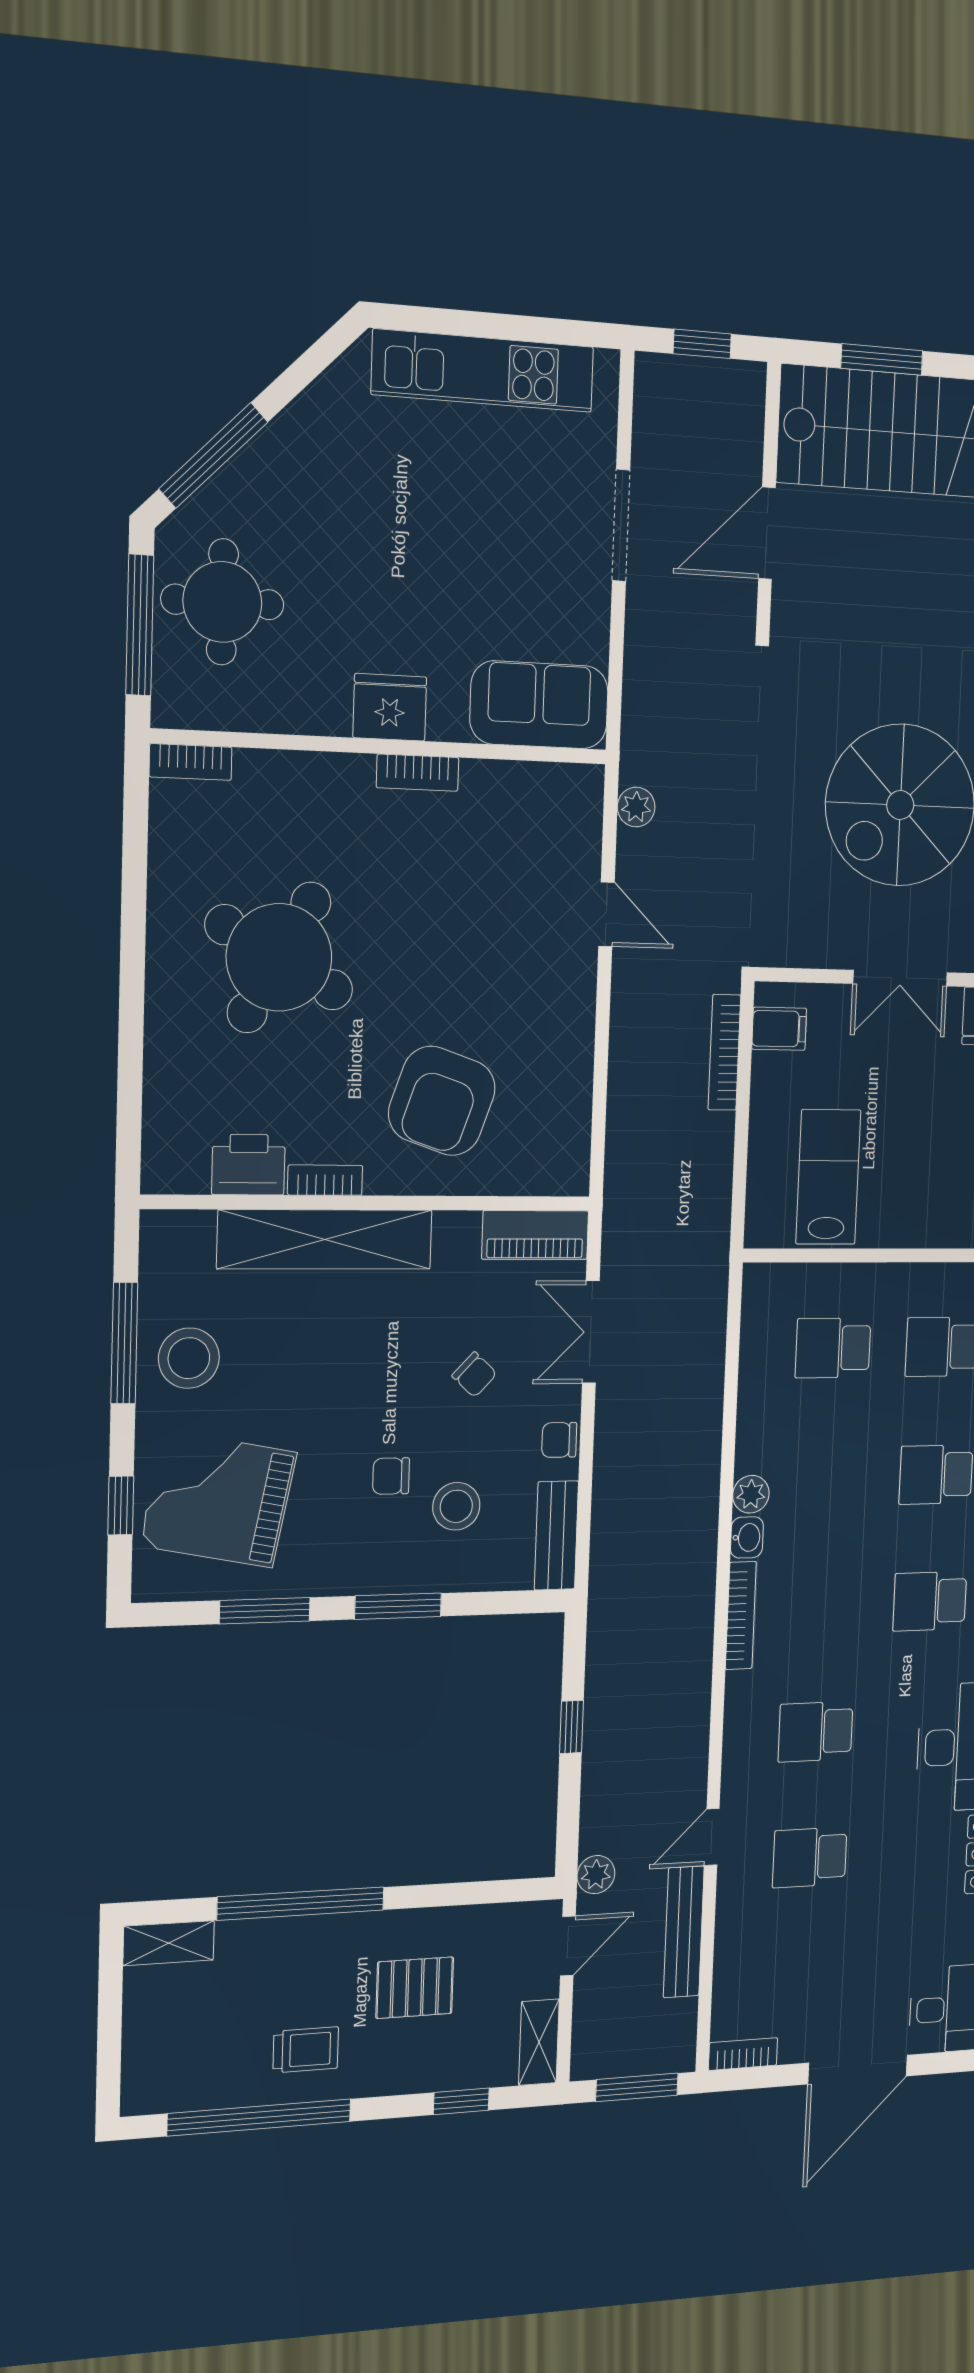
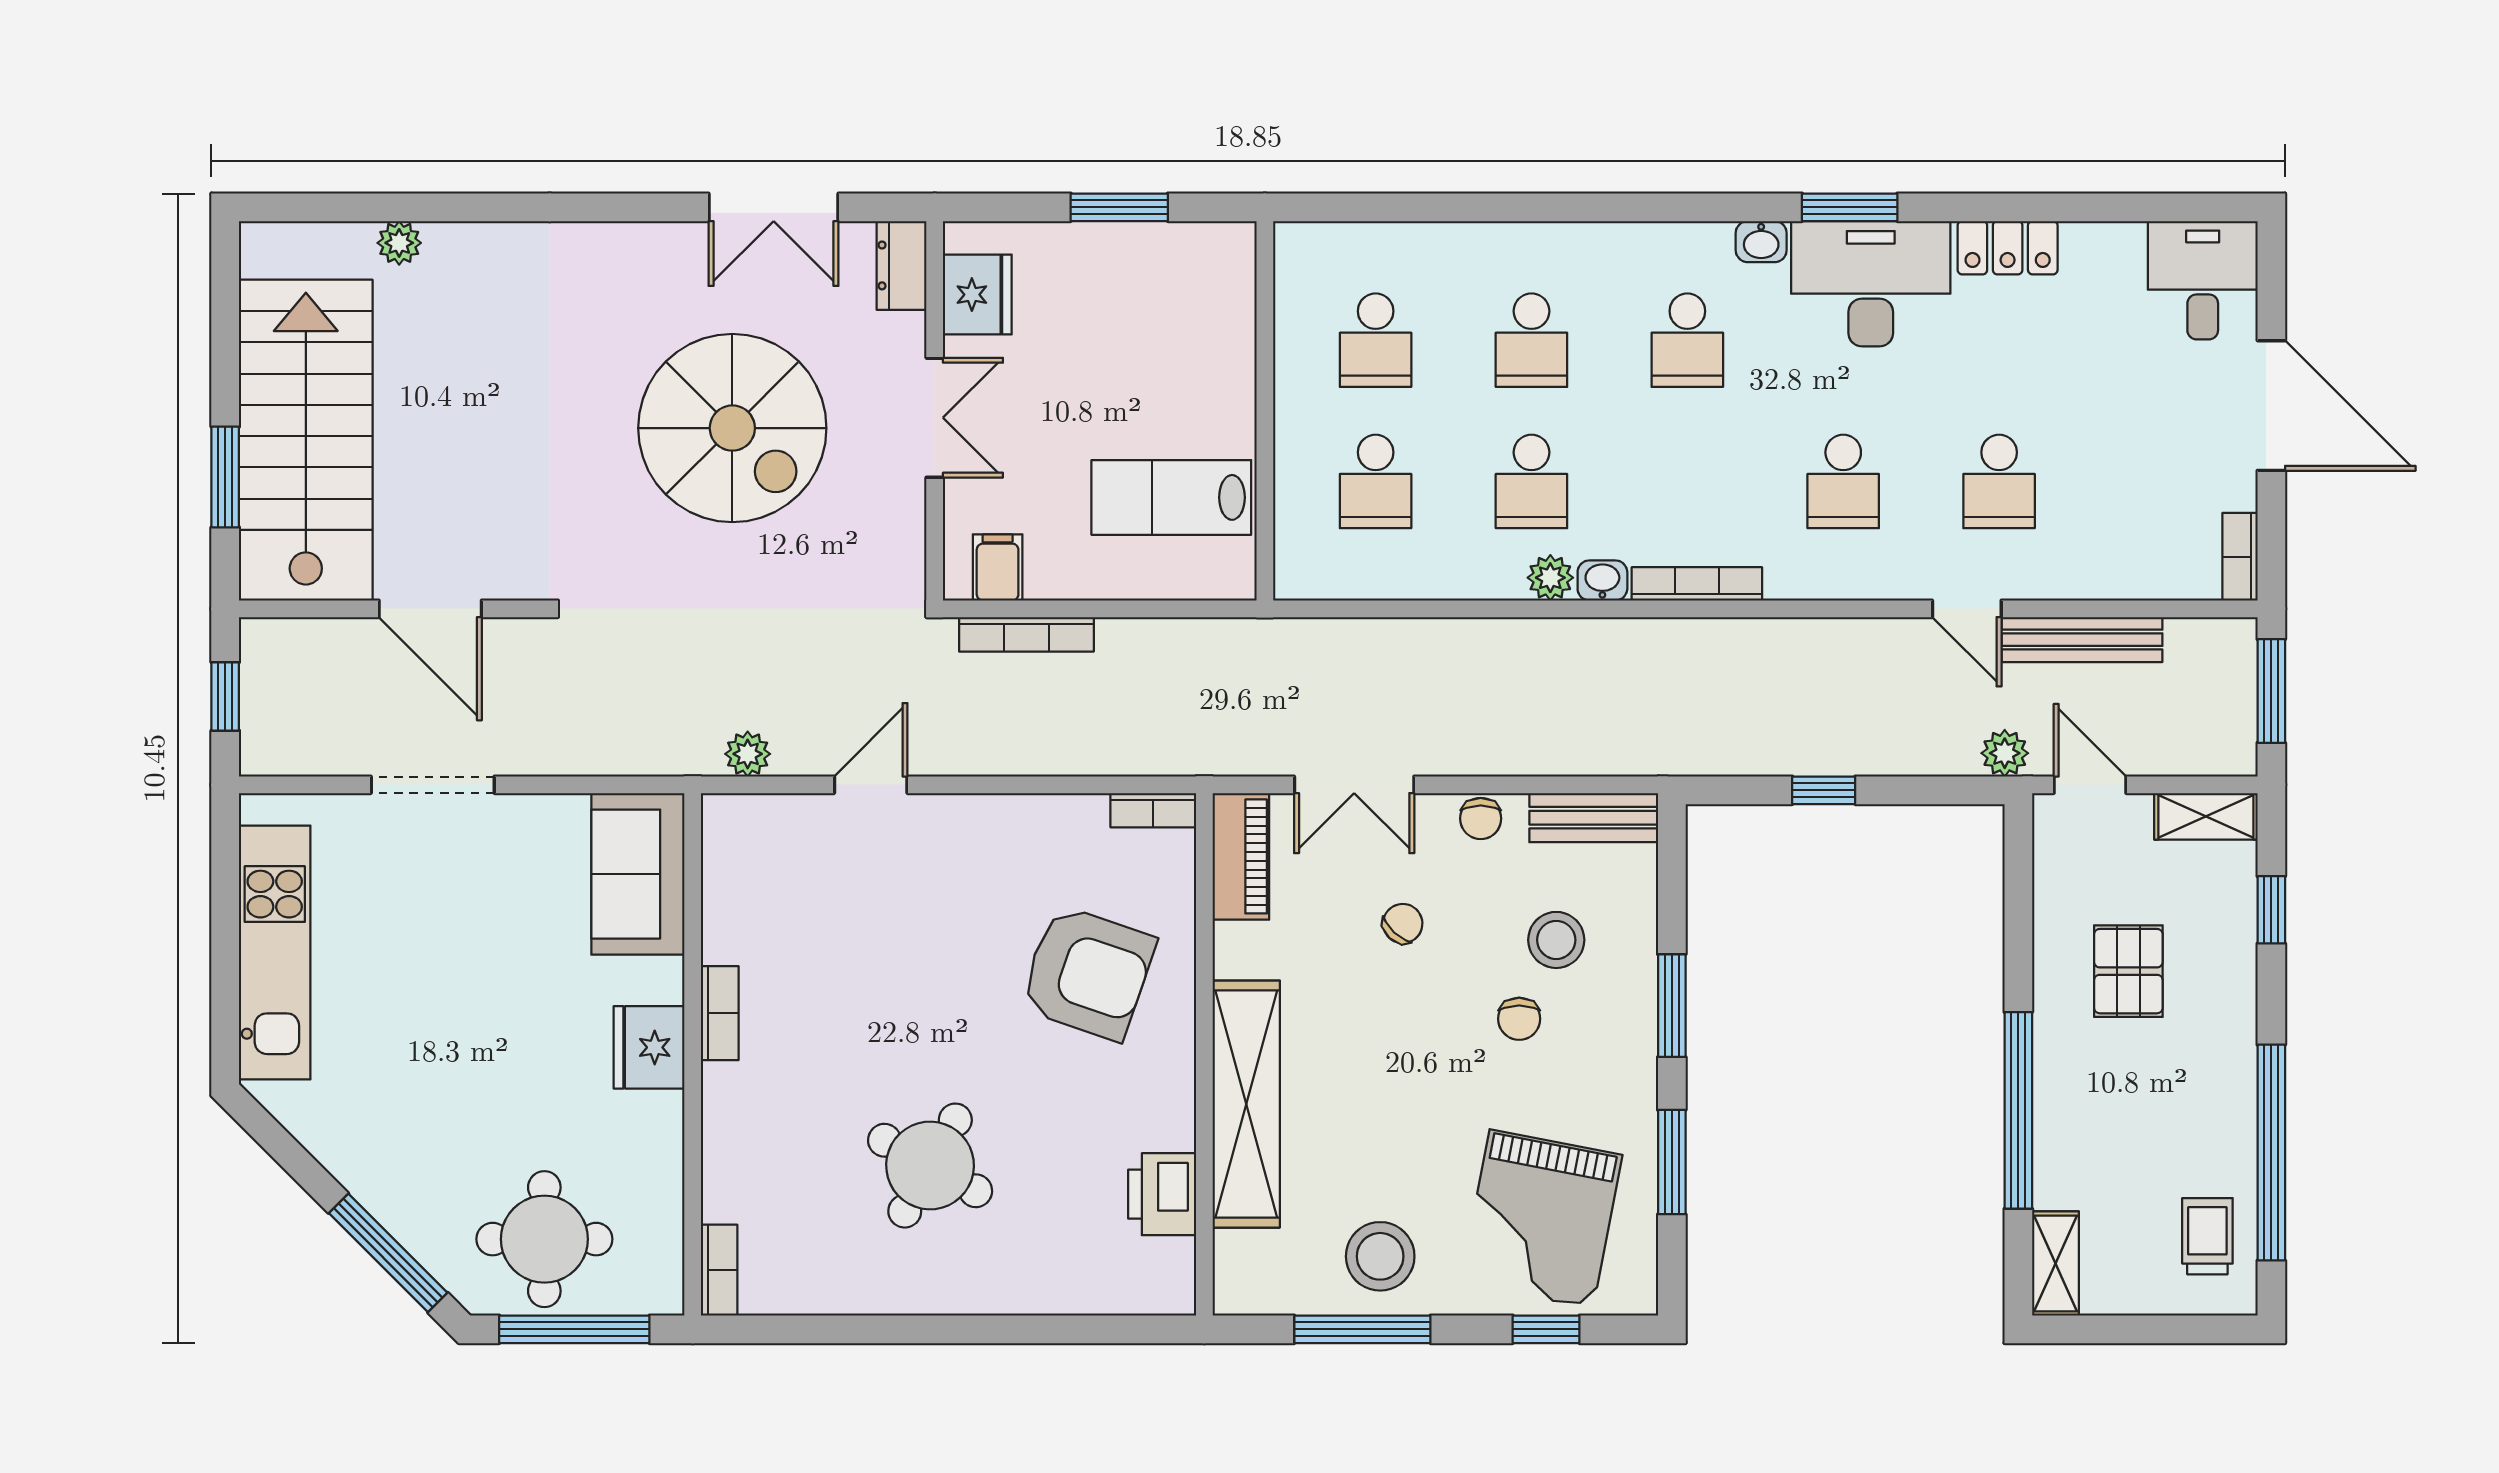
round table: (279, 957) -> (930, 1166), width x0.73, depth x0.73
bookcase: (325, 1180) -> (1153, 810), moved, turned -90
school desk: (827, 1477) -> (1531, 481), added
trolley: (306, 2050) -> (2207, 1236), moved

